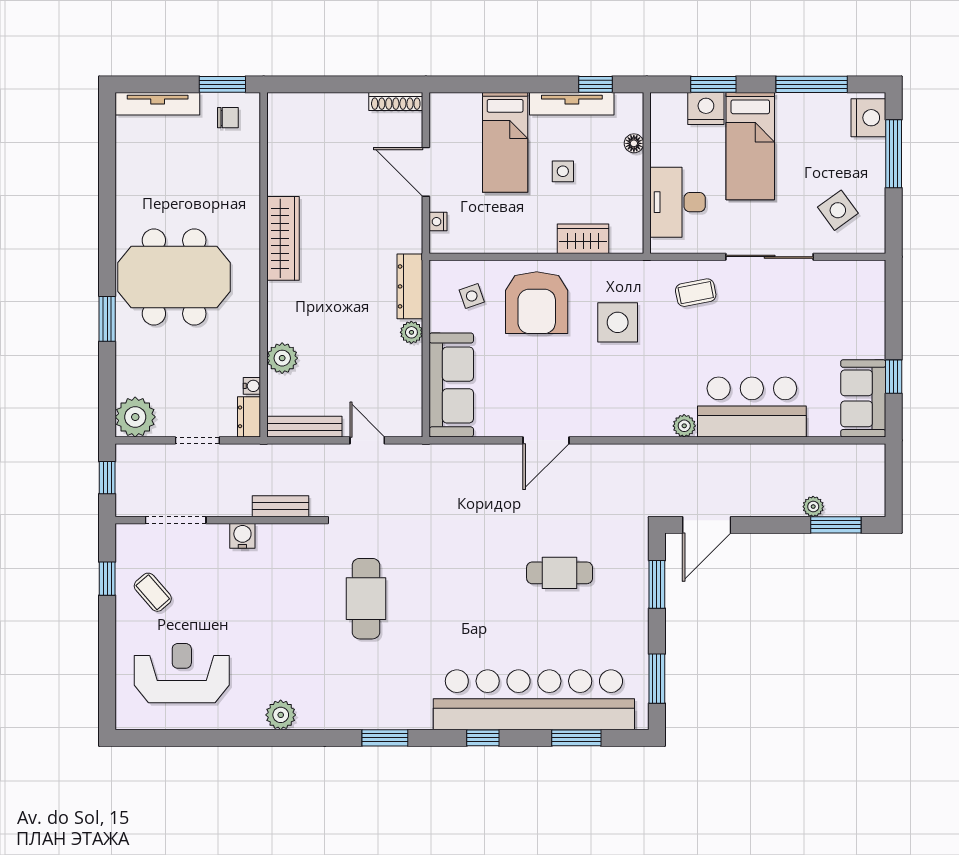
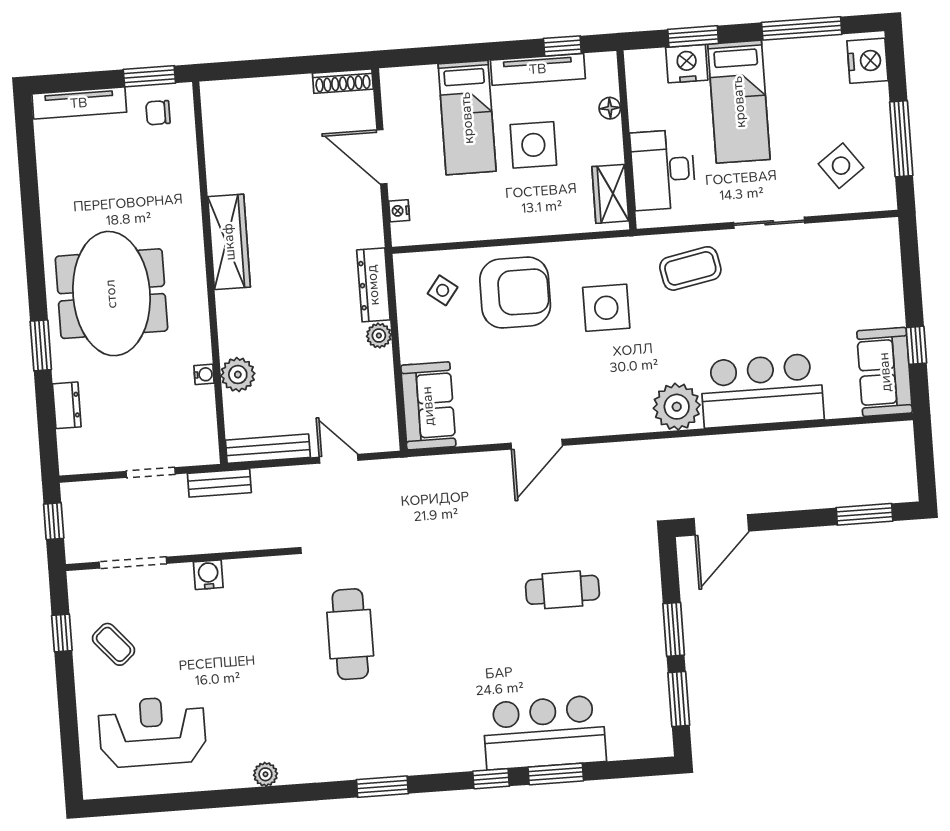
chair: (228, 118) -> (158, 113), turned 180
window: (894, 154) -> (901, 139), moved
side table: (563, 171) -> (533, 145), width x1.87, depth x1.87
wardrobe: (583, 239) -> (610, 194), moved, turned -90
sliding door: (770, 257) -> (769, 223), width x0.73
meeting table: (174, 277) -> (111, 294), turned 90
coffee table: (696, 293) -> (690, 268), width x1.36, depth x1.30
side table: (472, 296) -> (443, 290), turned -34
armchair: (537, 303) -> (515, 293), turned -90
sofa: (451, 385) -> (428, 406), width x0.73
water cooler: (252, 386) -> (204, 374), moved
plant: (135, 417) -> (80, 452), removed
dresser: (249, 417) -> (67, 405), moved, turned 180
plant: (684, 426) -> (677, 407), width x1.87, depth x1.87
bench: (280, 506) -> (219, 483), moved
plant: (813, 507) -> (838, 496), removed
window: (657, 584) -> (674, 629), moved
bar counter: (534, 700) -> (544, 732), width x0.54
plant: (281, 715) -> (265, 774), width x0.73, depth x0.73
window: (576, 738) -> (556, 774), moved

